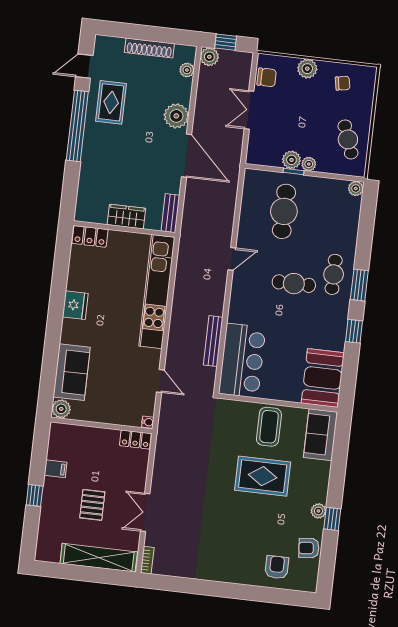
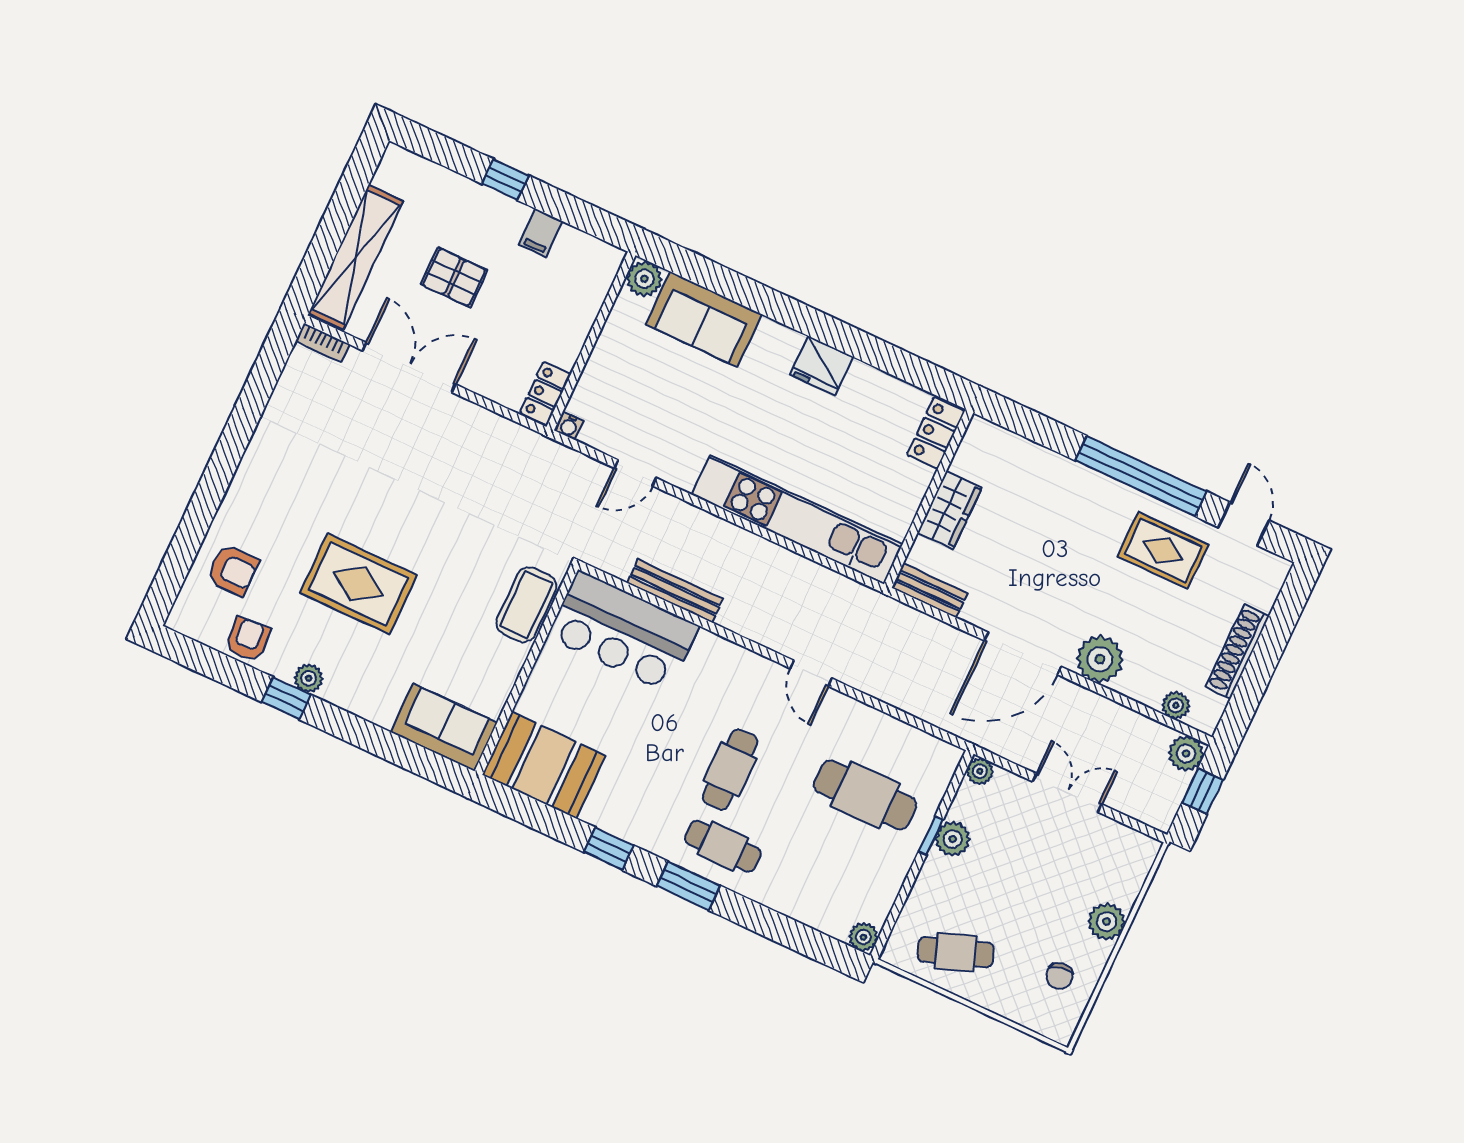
chair: (267, 77) -> (1115, 844), removed
plant: (309, 164) -> (980, 771), moved
coffee table: (269, 427) -> (526, 605), moved, turned 90
rug: (263, 476) -> (358, 584), moved, turned 90
double door: (145, 512) -> (409, 367), width x1.37

